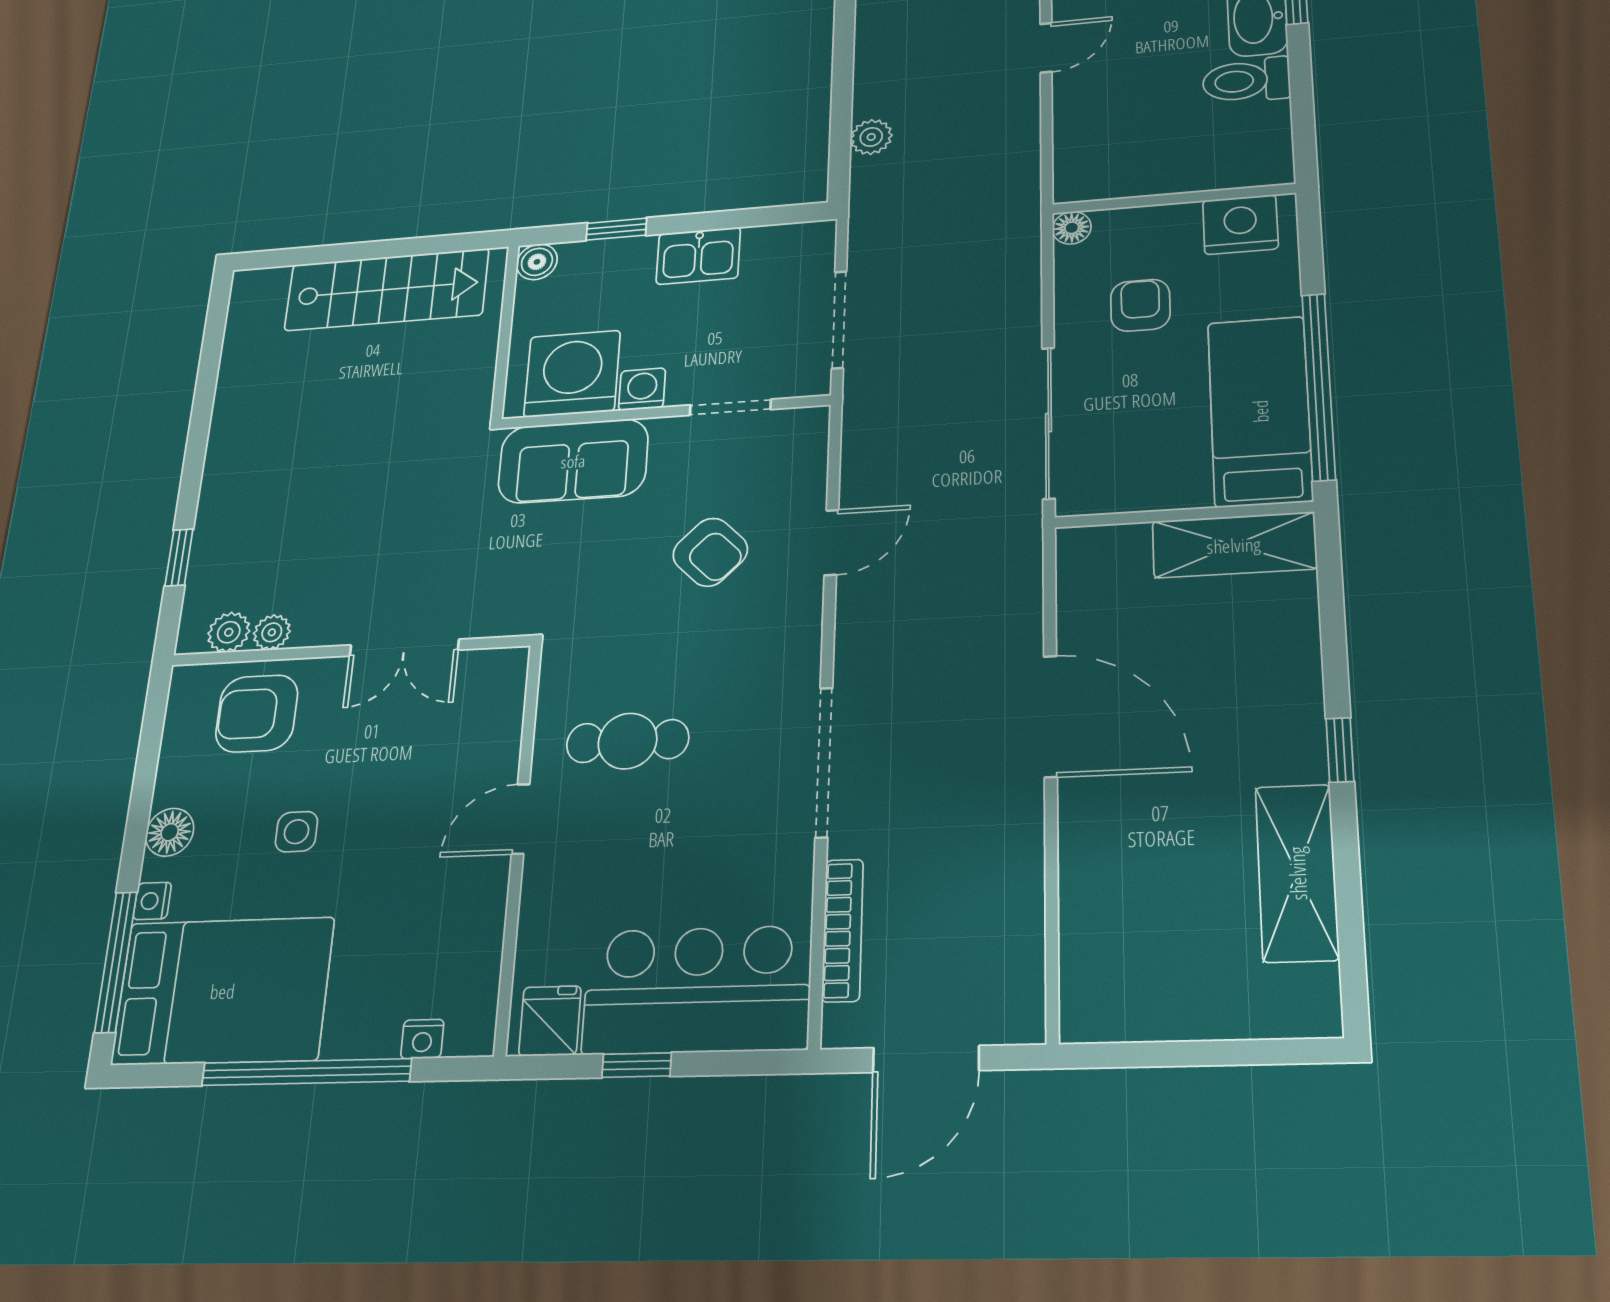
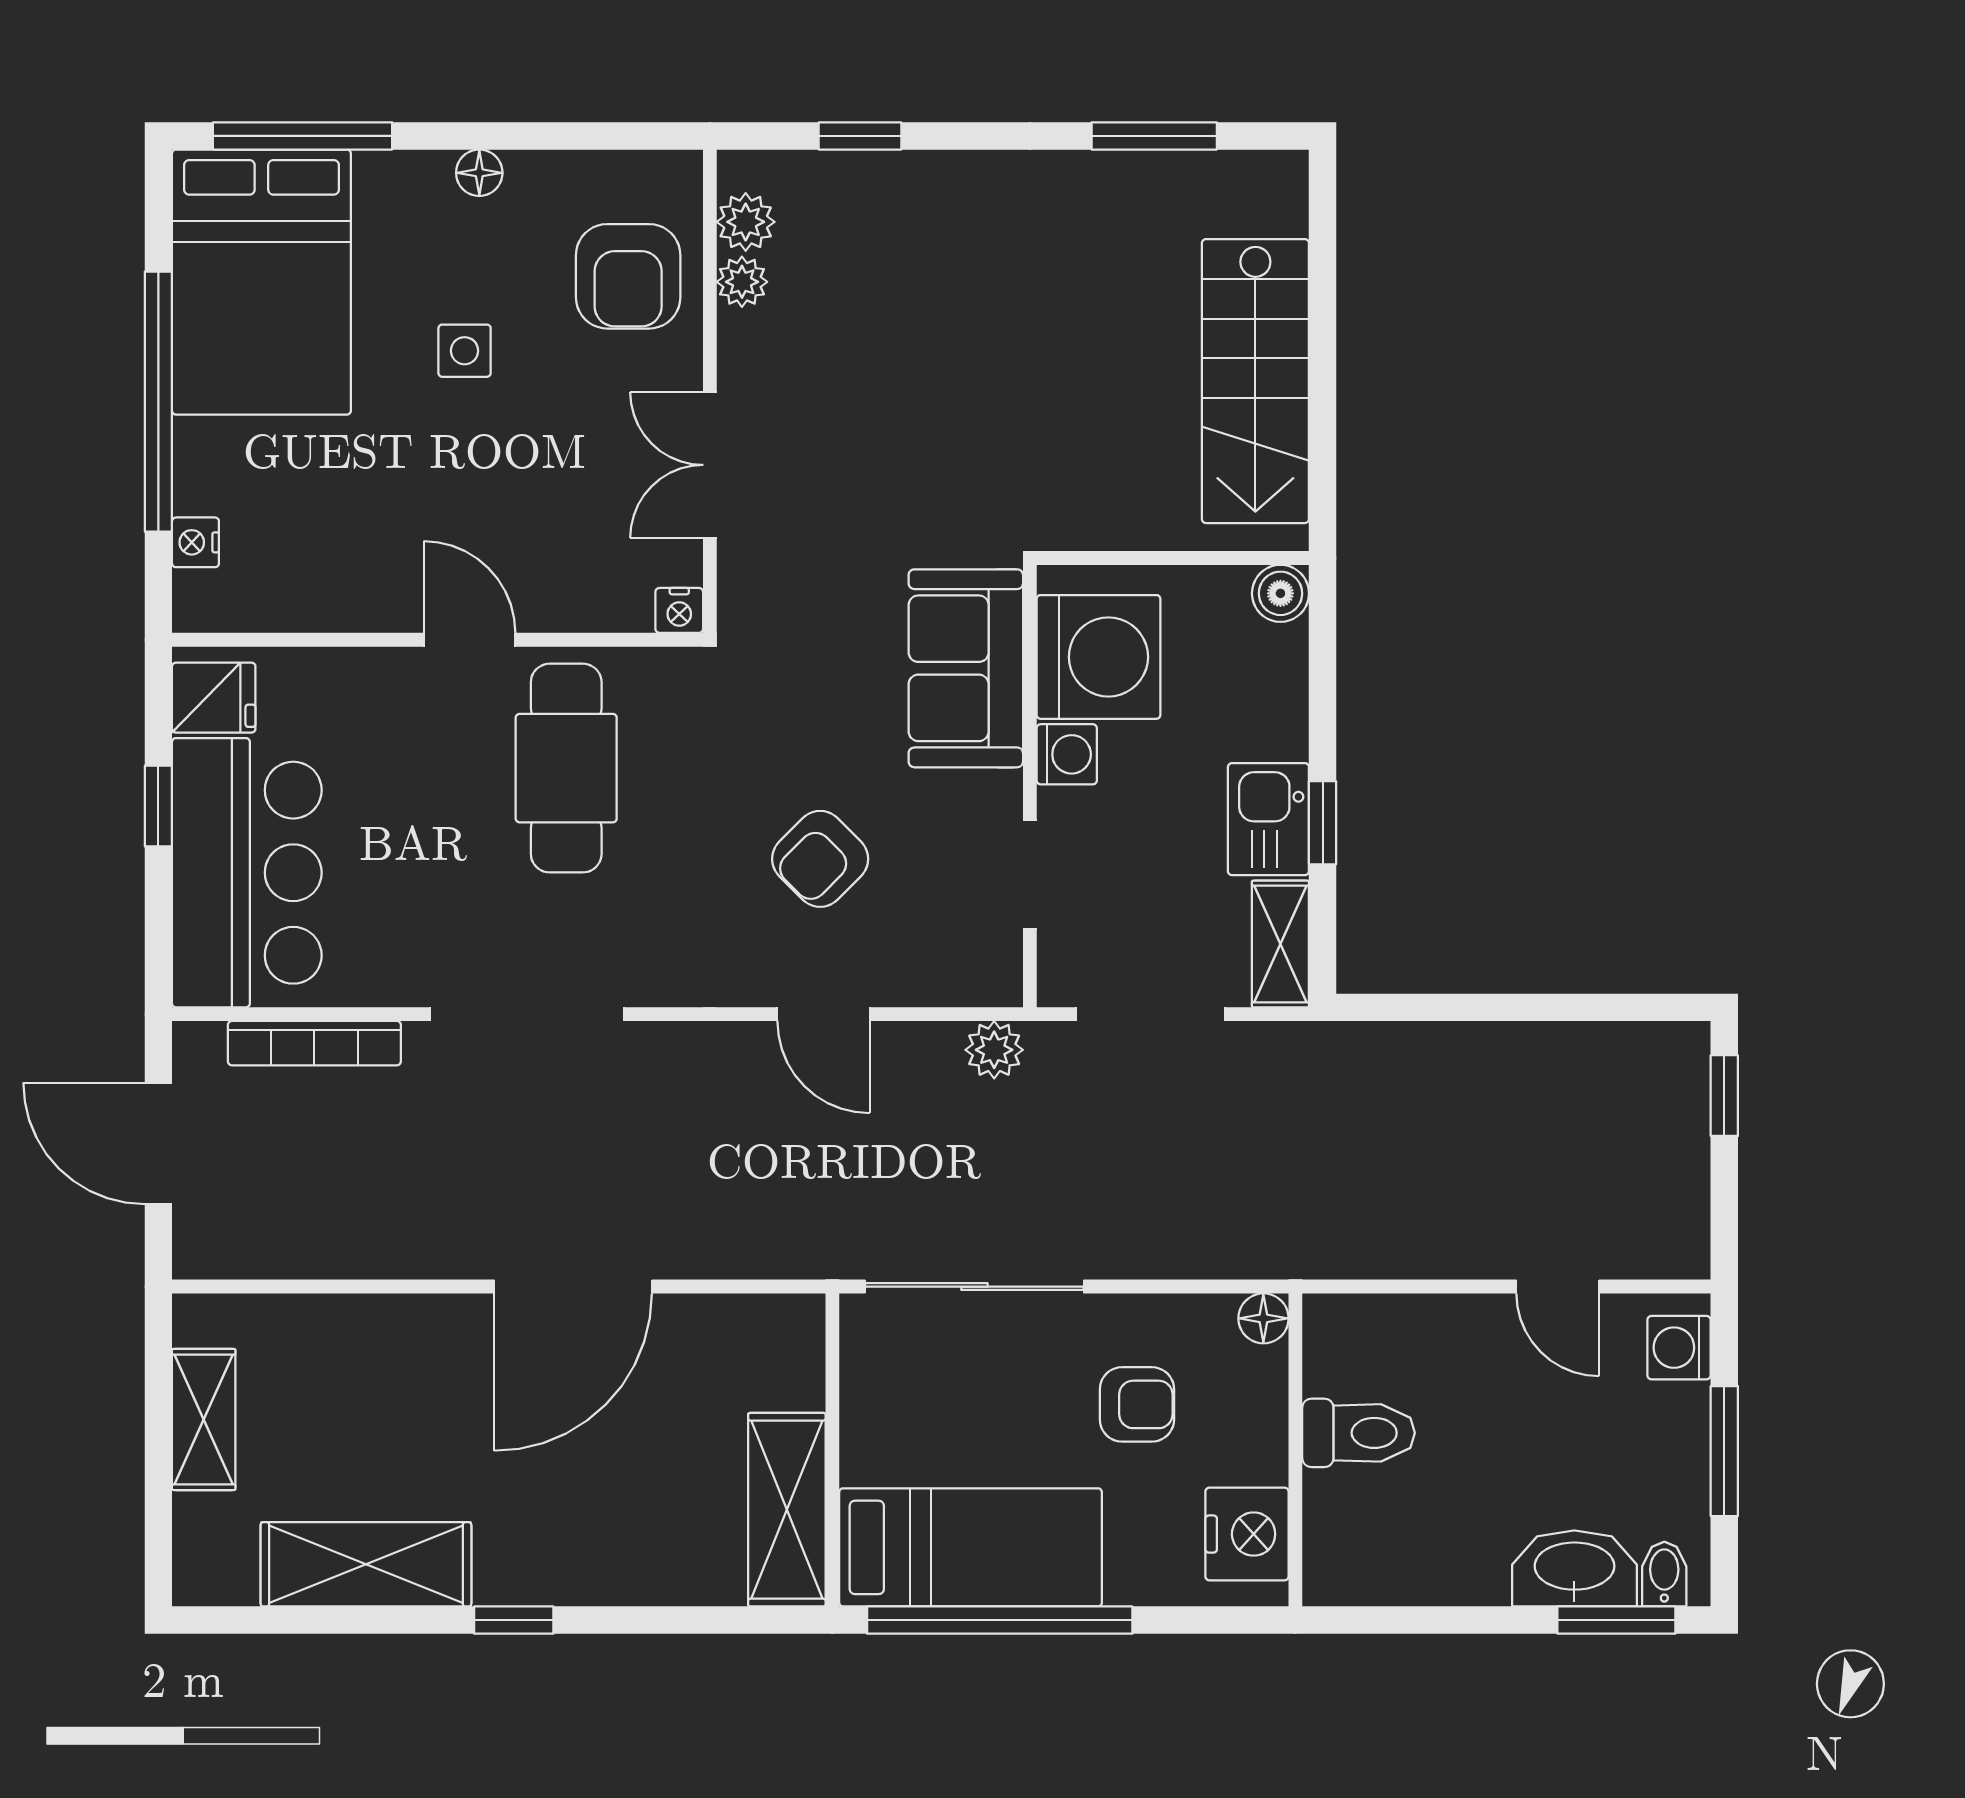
toilet: (1246, 81) -> (1358, 1433), moved, turned 90
plant: (871, 137) -> (994, 1050), moved
window: (616, 229) -> (1323, 823), moved
shelving: (790, 241) -> (1280, 944), added
window: (209, 366) -> (1154, 136), added
armchair: (257, 713) -> (628, 276), turned 180
cafe table: (628, 741) -> (566, 768), width x1.37, depth x1.35
floor lamp: (170, 832) -> (479, 173), width x0.73, depth x0.73
nightstand: (152, 901) -> (679, 610), moved, turned 180
shelving: (1171, 1014) -> (204, 1419), added

